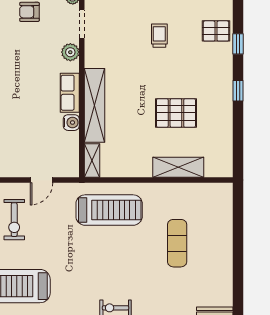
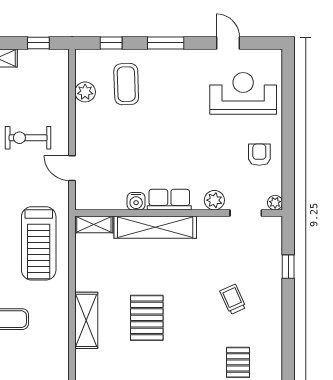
trolley: (159, 36) -> (233, 299), turned -114

